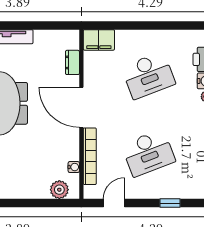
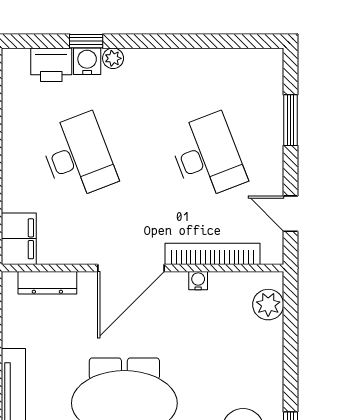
dresser: (72, 62) -> (47, 283), width x1.44
water cooler: (74, 167) -> (198, 281), moved
window: (170, 203) -> (290, 120), width x1.50

